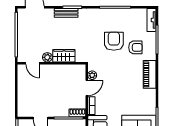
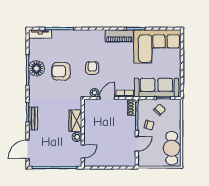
floor lamp: (117, 16) -> (36, 68), added
armchair: (135, 47) -> (92, 68), moved
piano: (150, 74) -> (119, 36), moved
door: (87, 88) -> (107, 98), hinge flipped

